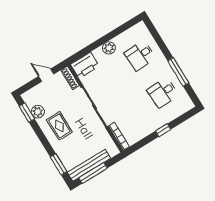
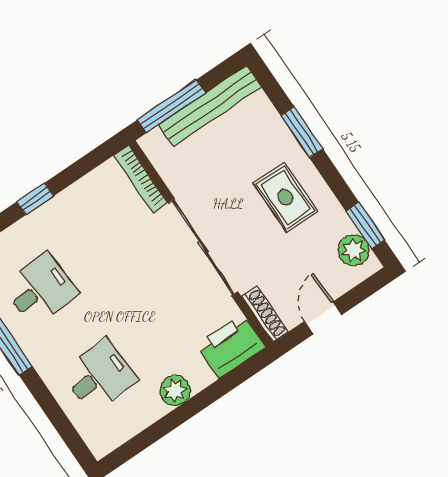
door: (46, 75) -> (323, 318), swing flipped
plant: (38, 112) -> (354, 250), moved
window: (59, 164) -> (302, 132), moved
window: (93, 173) -> (172, 106), moved

